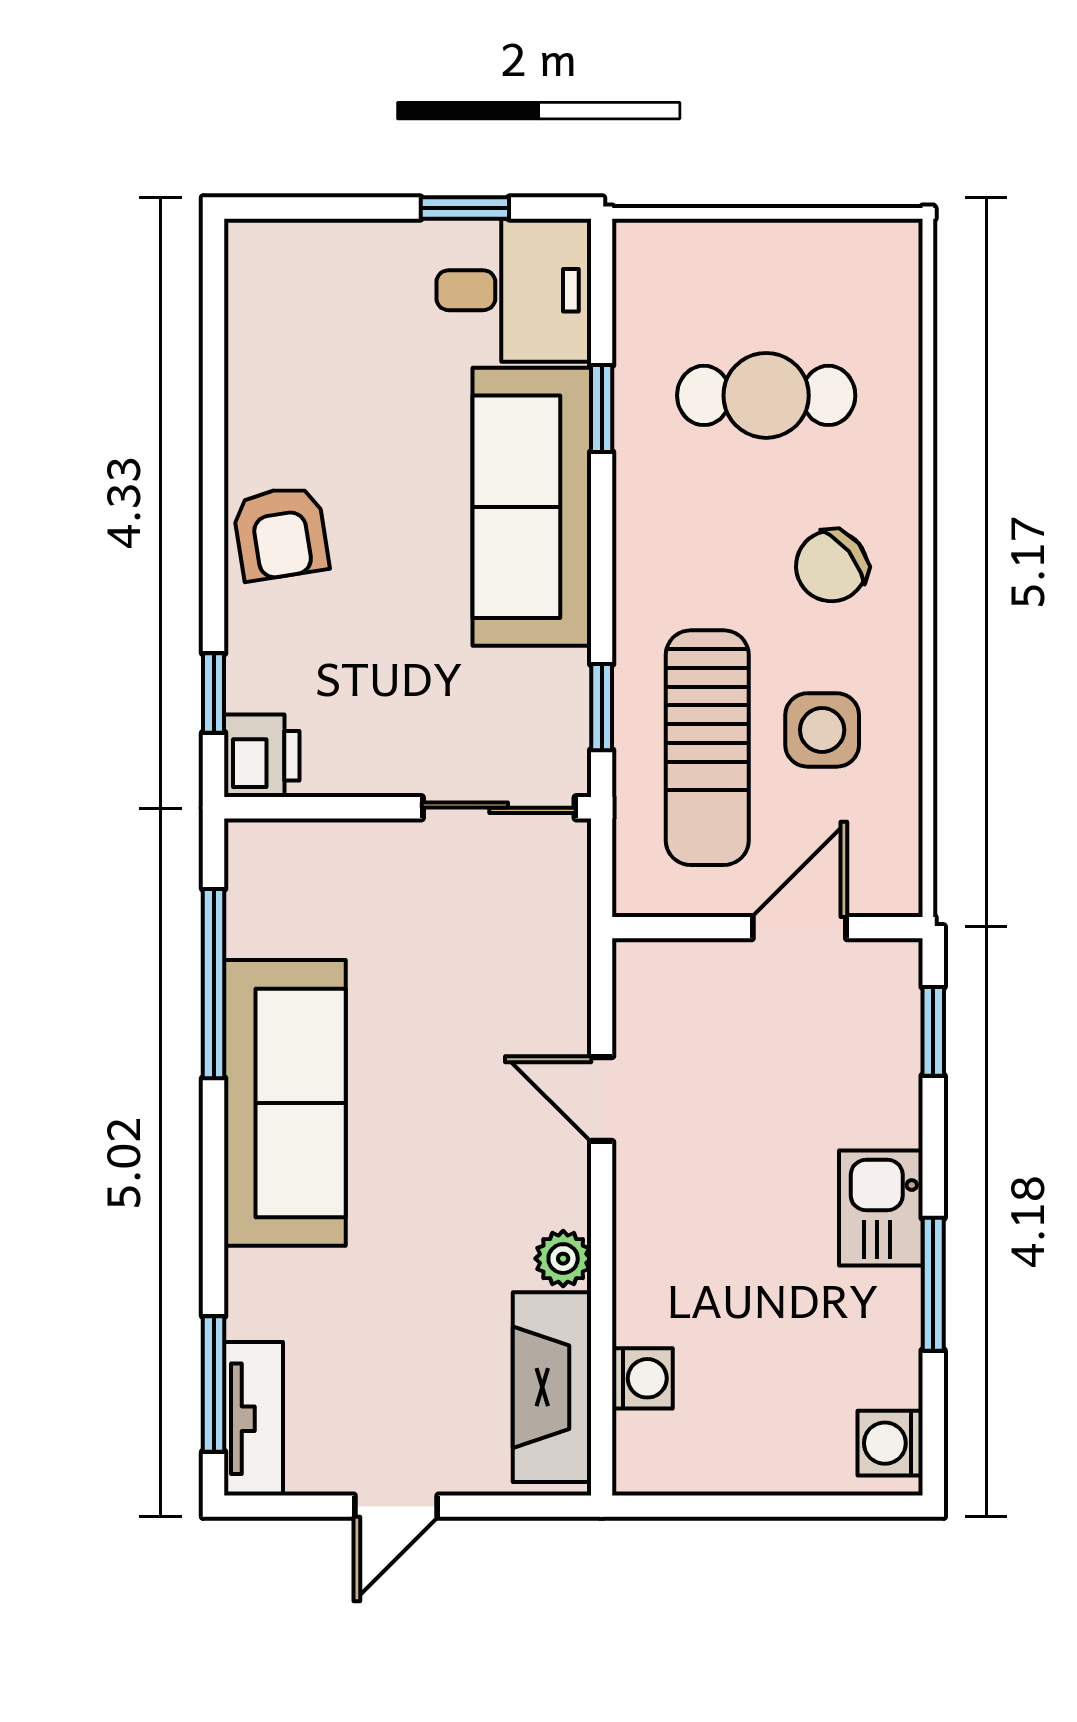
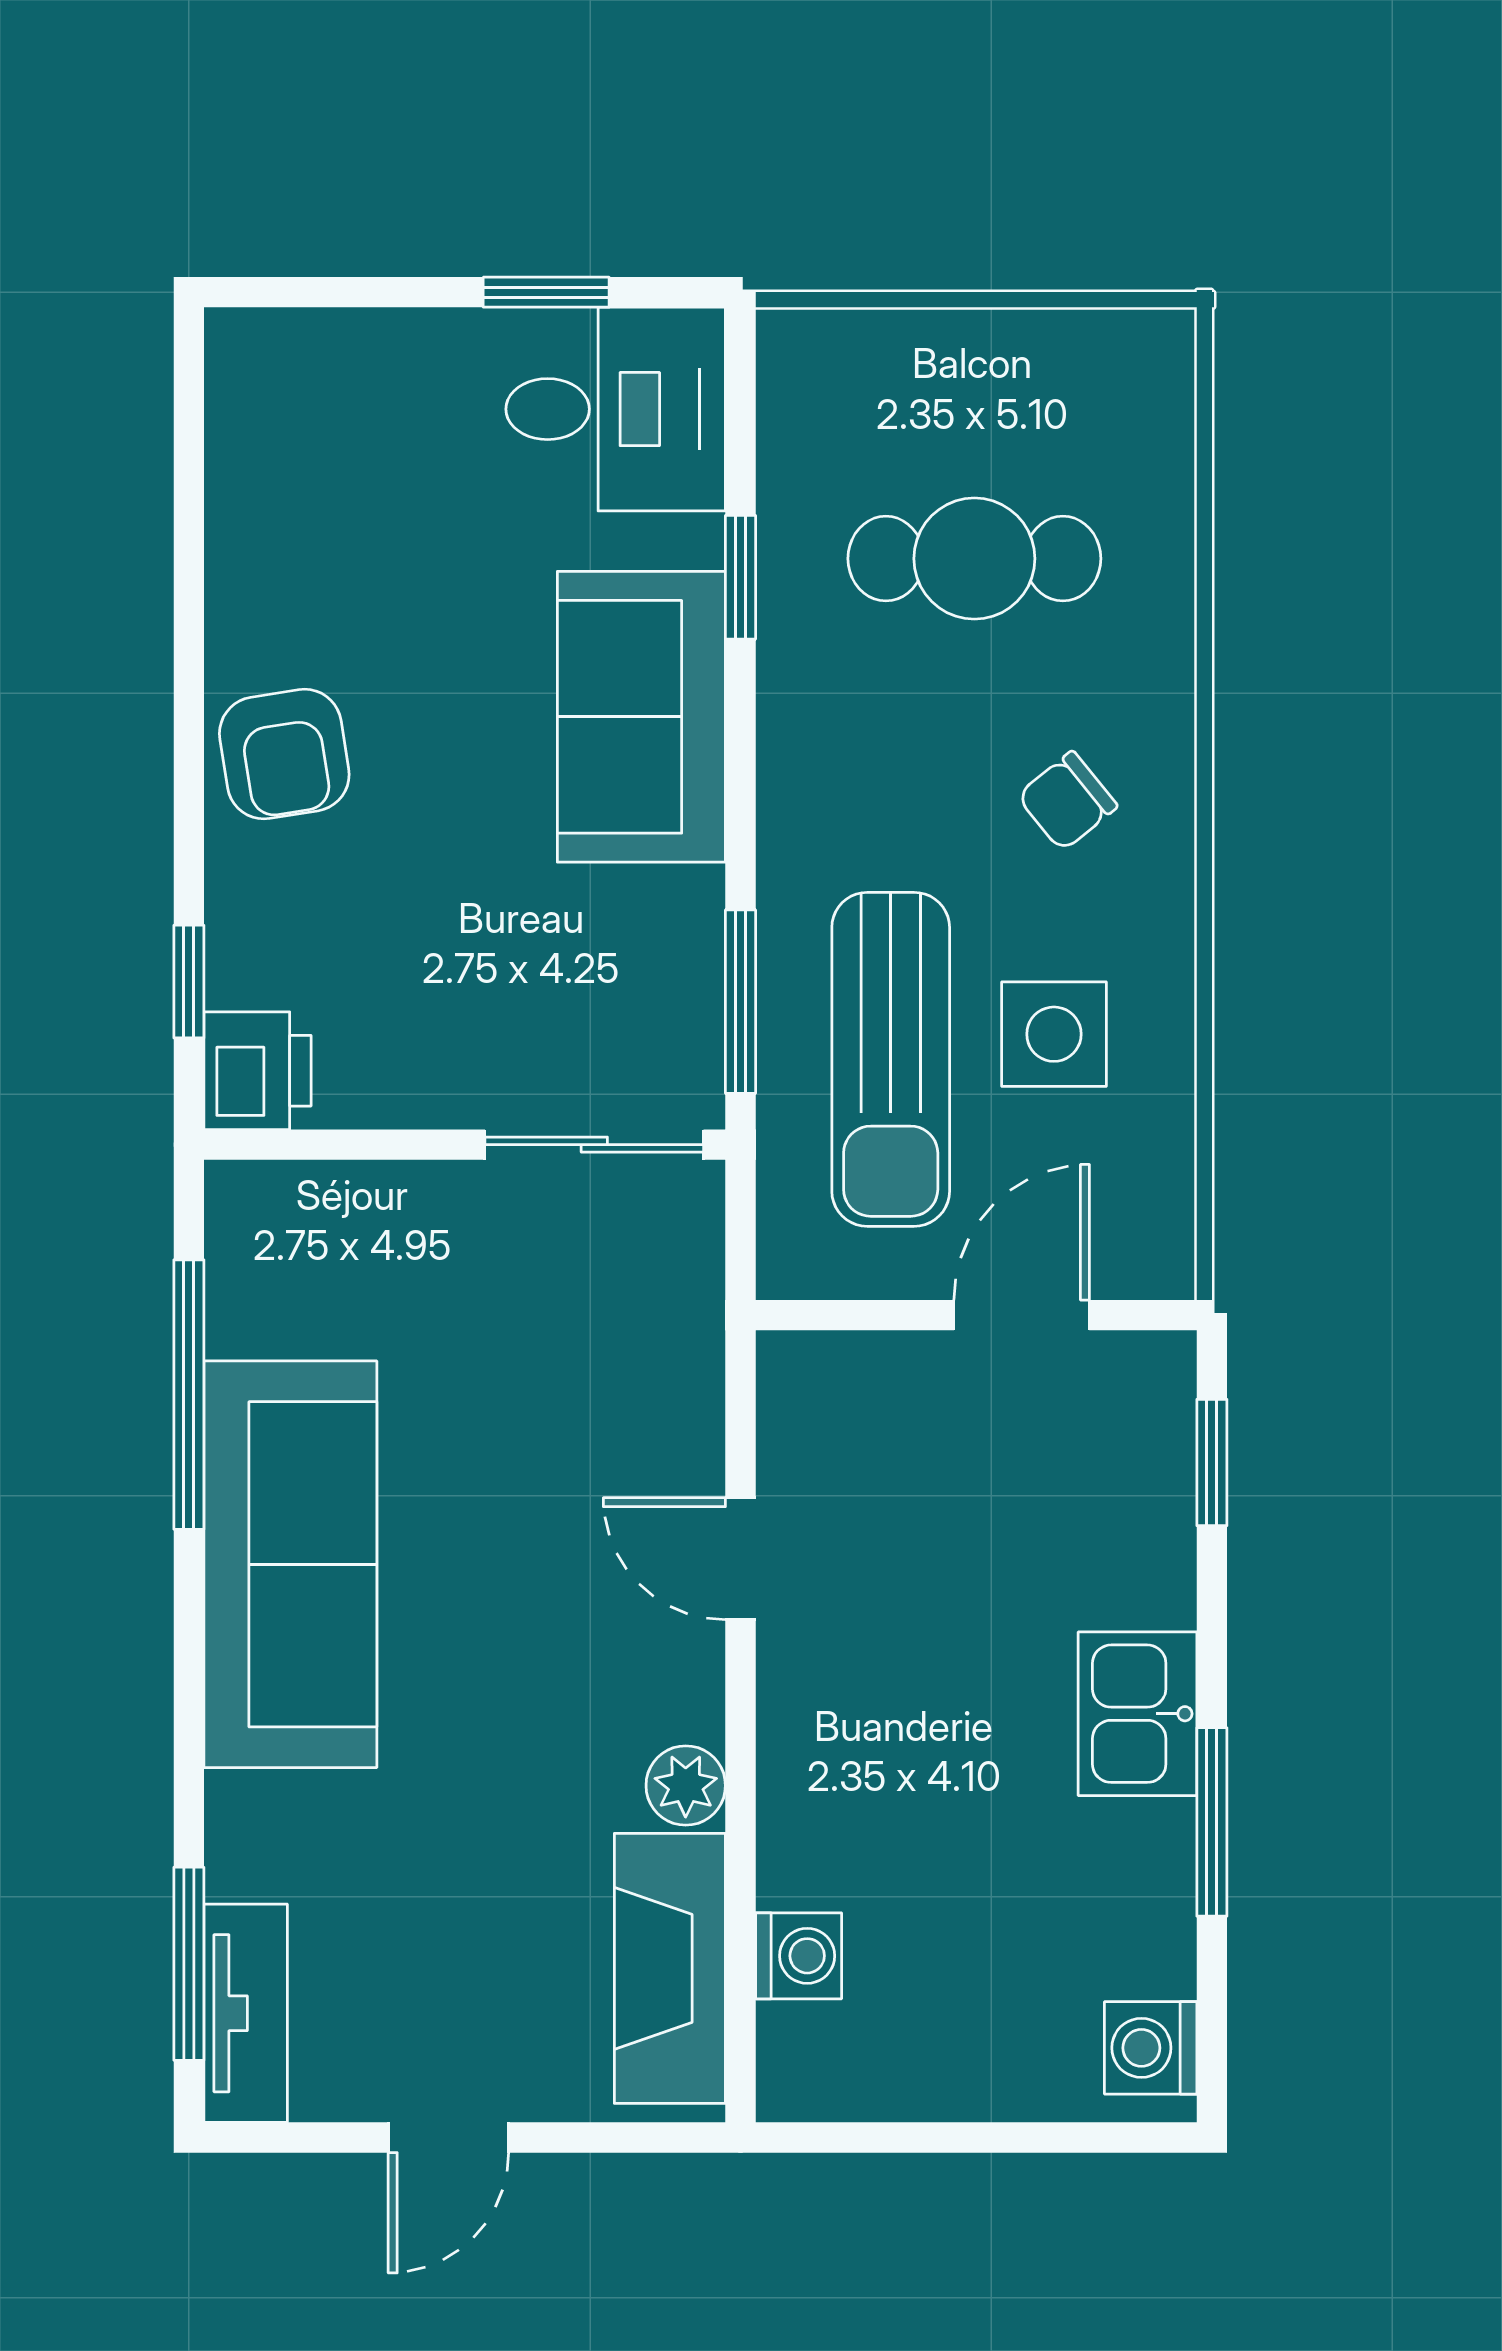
sofa: (532, 507) -> (641, 717), width x0.73
chair: (831, 566) -> (1067, 801), width x0.73, depth x0.73
window: (602, 707) -> (740, 1002), width x1.50

